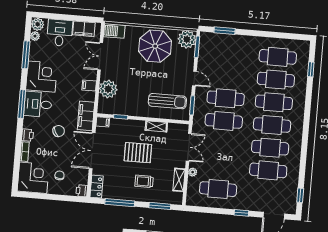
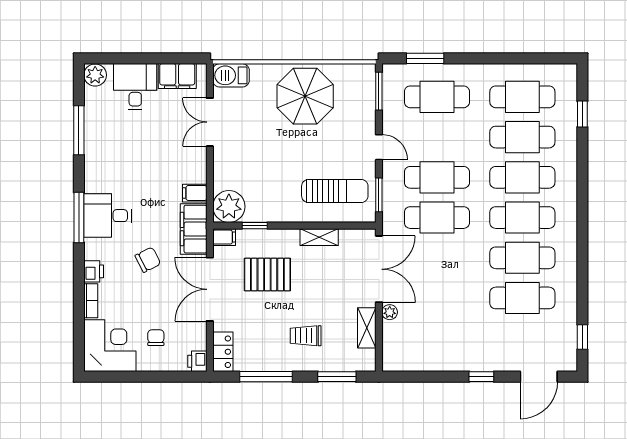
plant: (35, 36) -> (92, 96), removed
plant: (187, 39) -> (360, 80), removed
corner desk: (42, 77) -> (110, 166), removed
filing cabinet: (89, 86) -> (195, 193), moved
plant: (108, 89) -> (229, 207), moved
double door: (189, 147) -> (379, 269), width x1.37
pallet: (138, 153) -> (267, 275), moved
cafe table: (218, 189) -> (437, 97), moved

